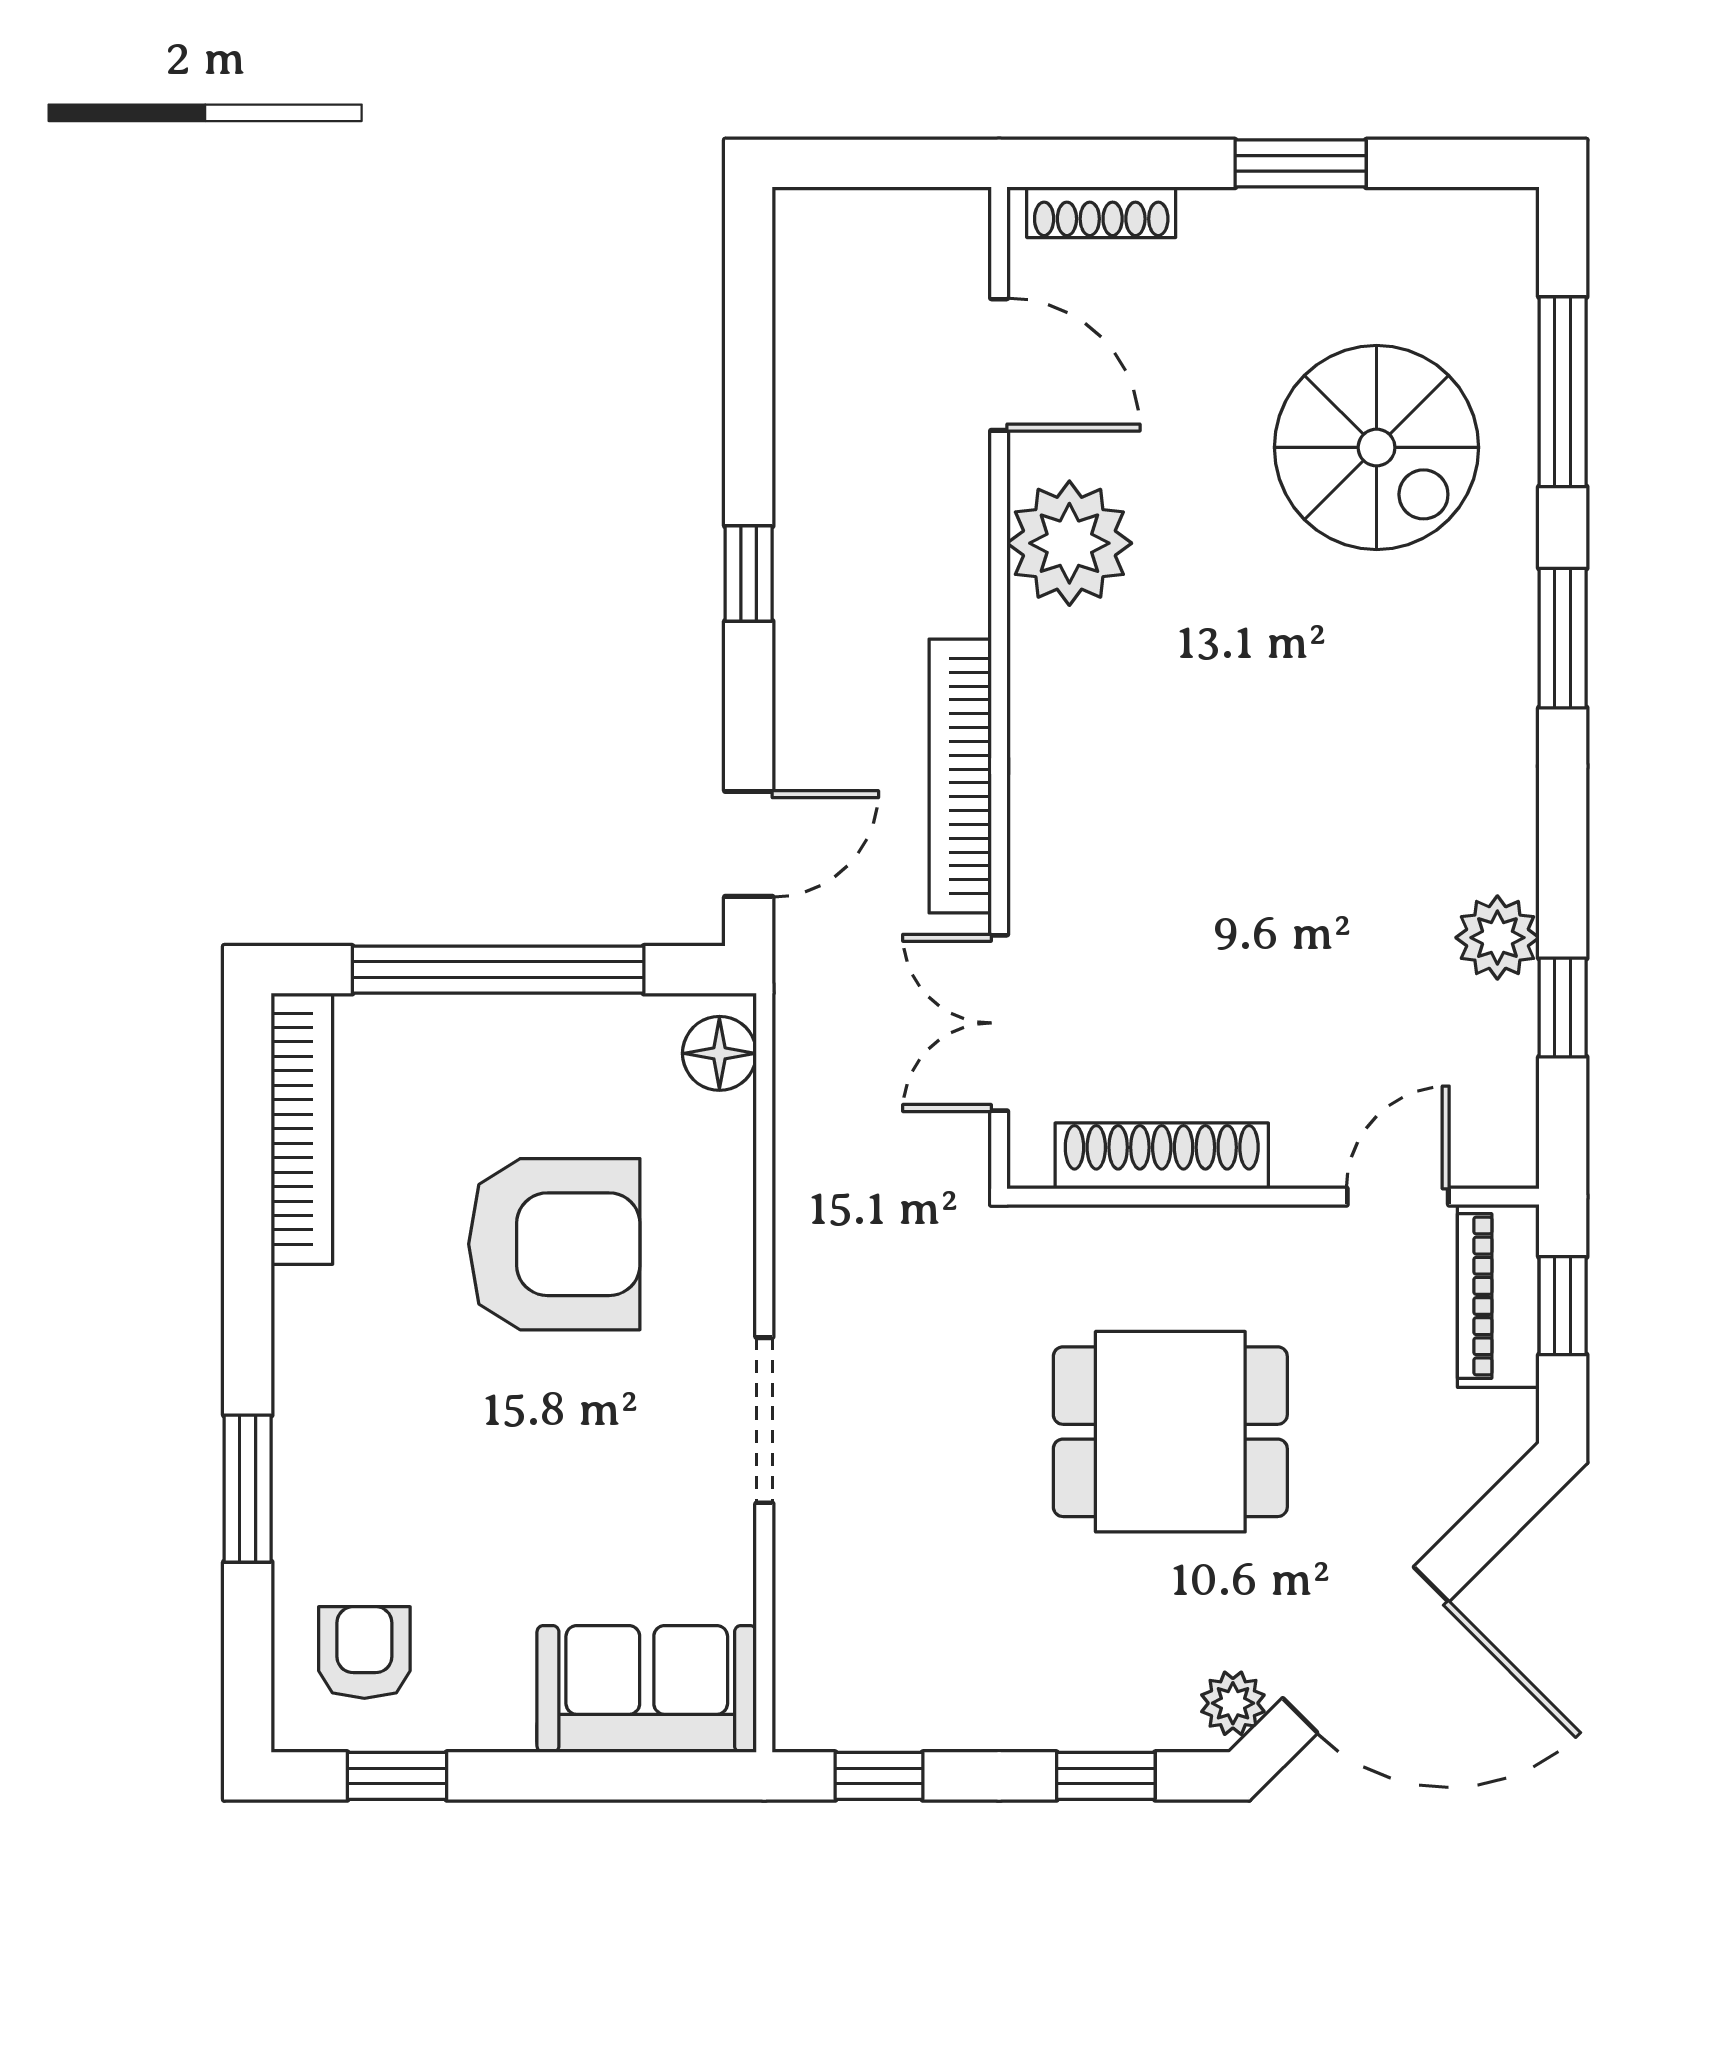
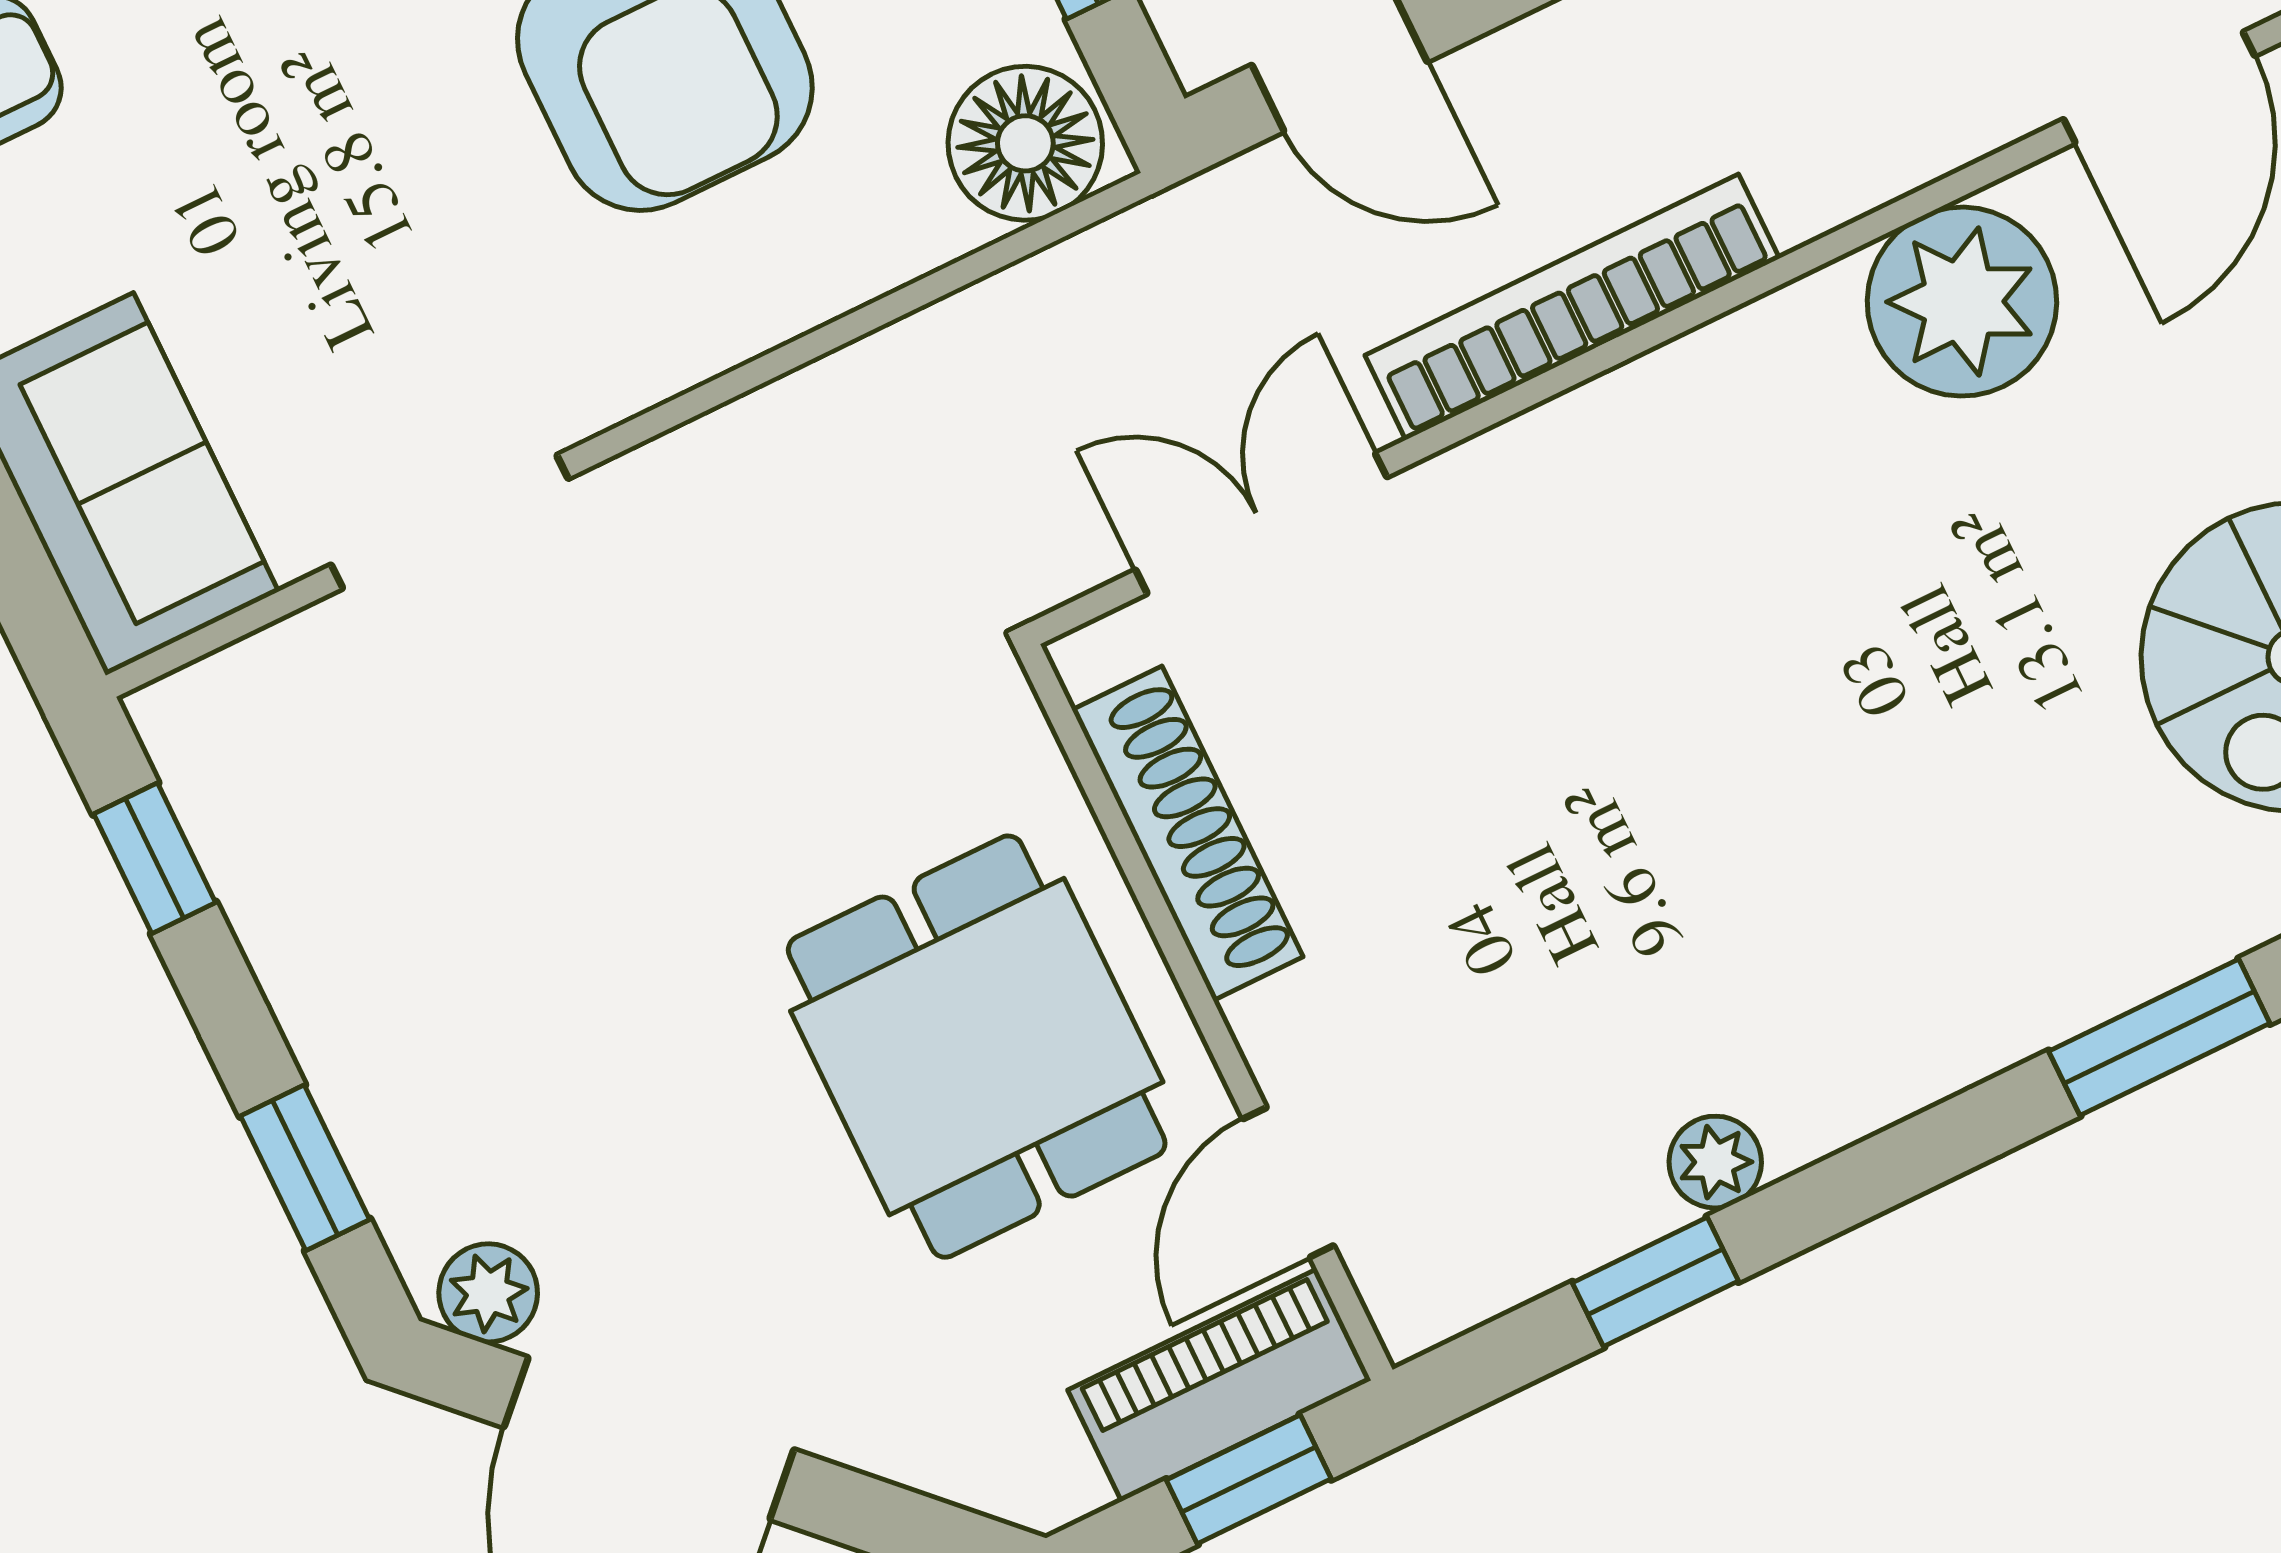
plant: (1497, 938) -> (1715, 1162), width x0.73, depth x0.73
floor lamp: (719, 1053) -> (1025, 143), width x1.38, depth x1.38
door: (1398, 1197) -> (1288, 1182), swing flipped
doorway: (764, 1420) -> (450, 522), moved
dining table: (1170, 1432) -> (977, 1047), moved

